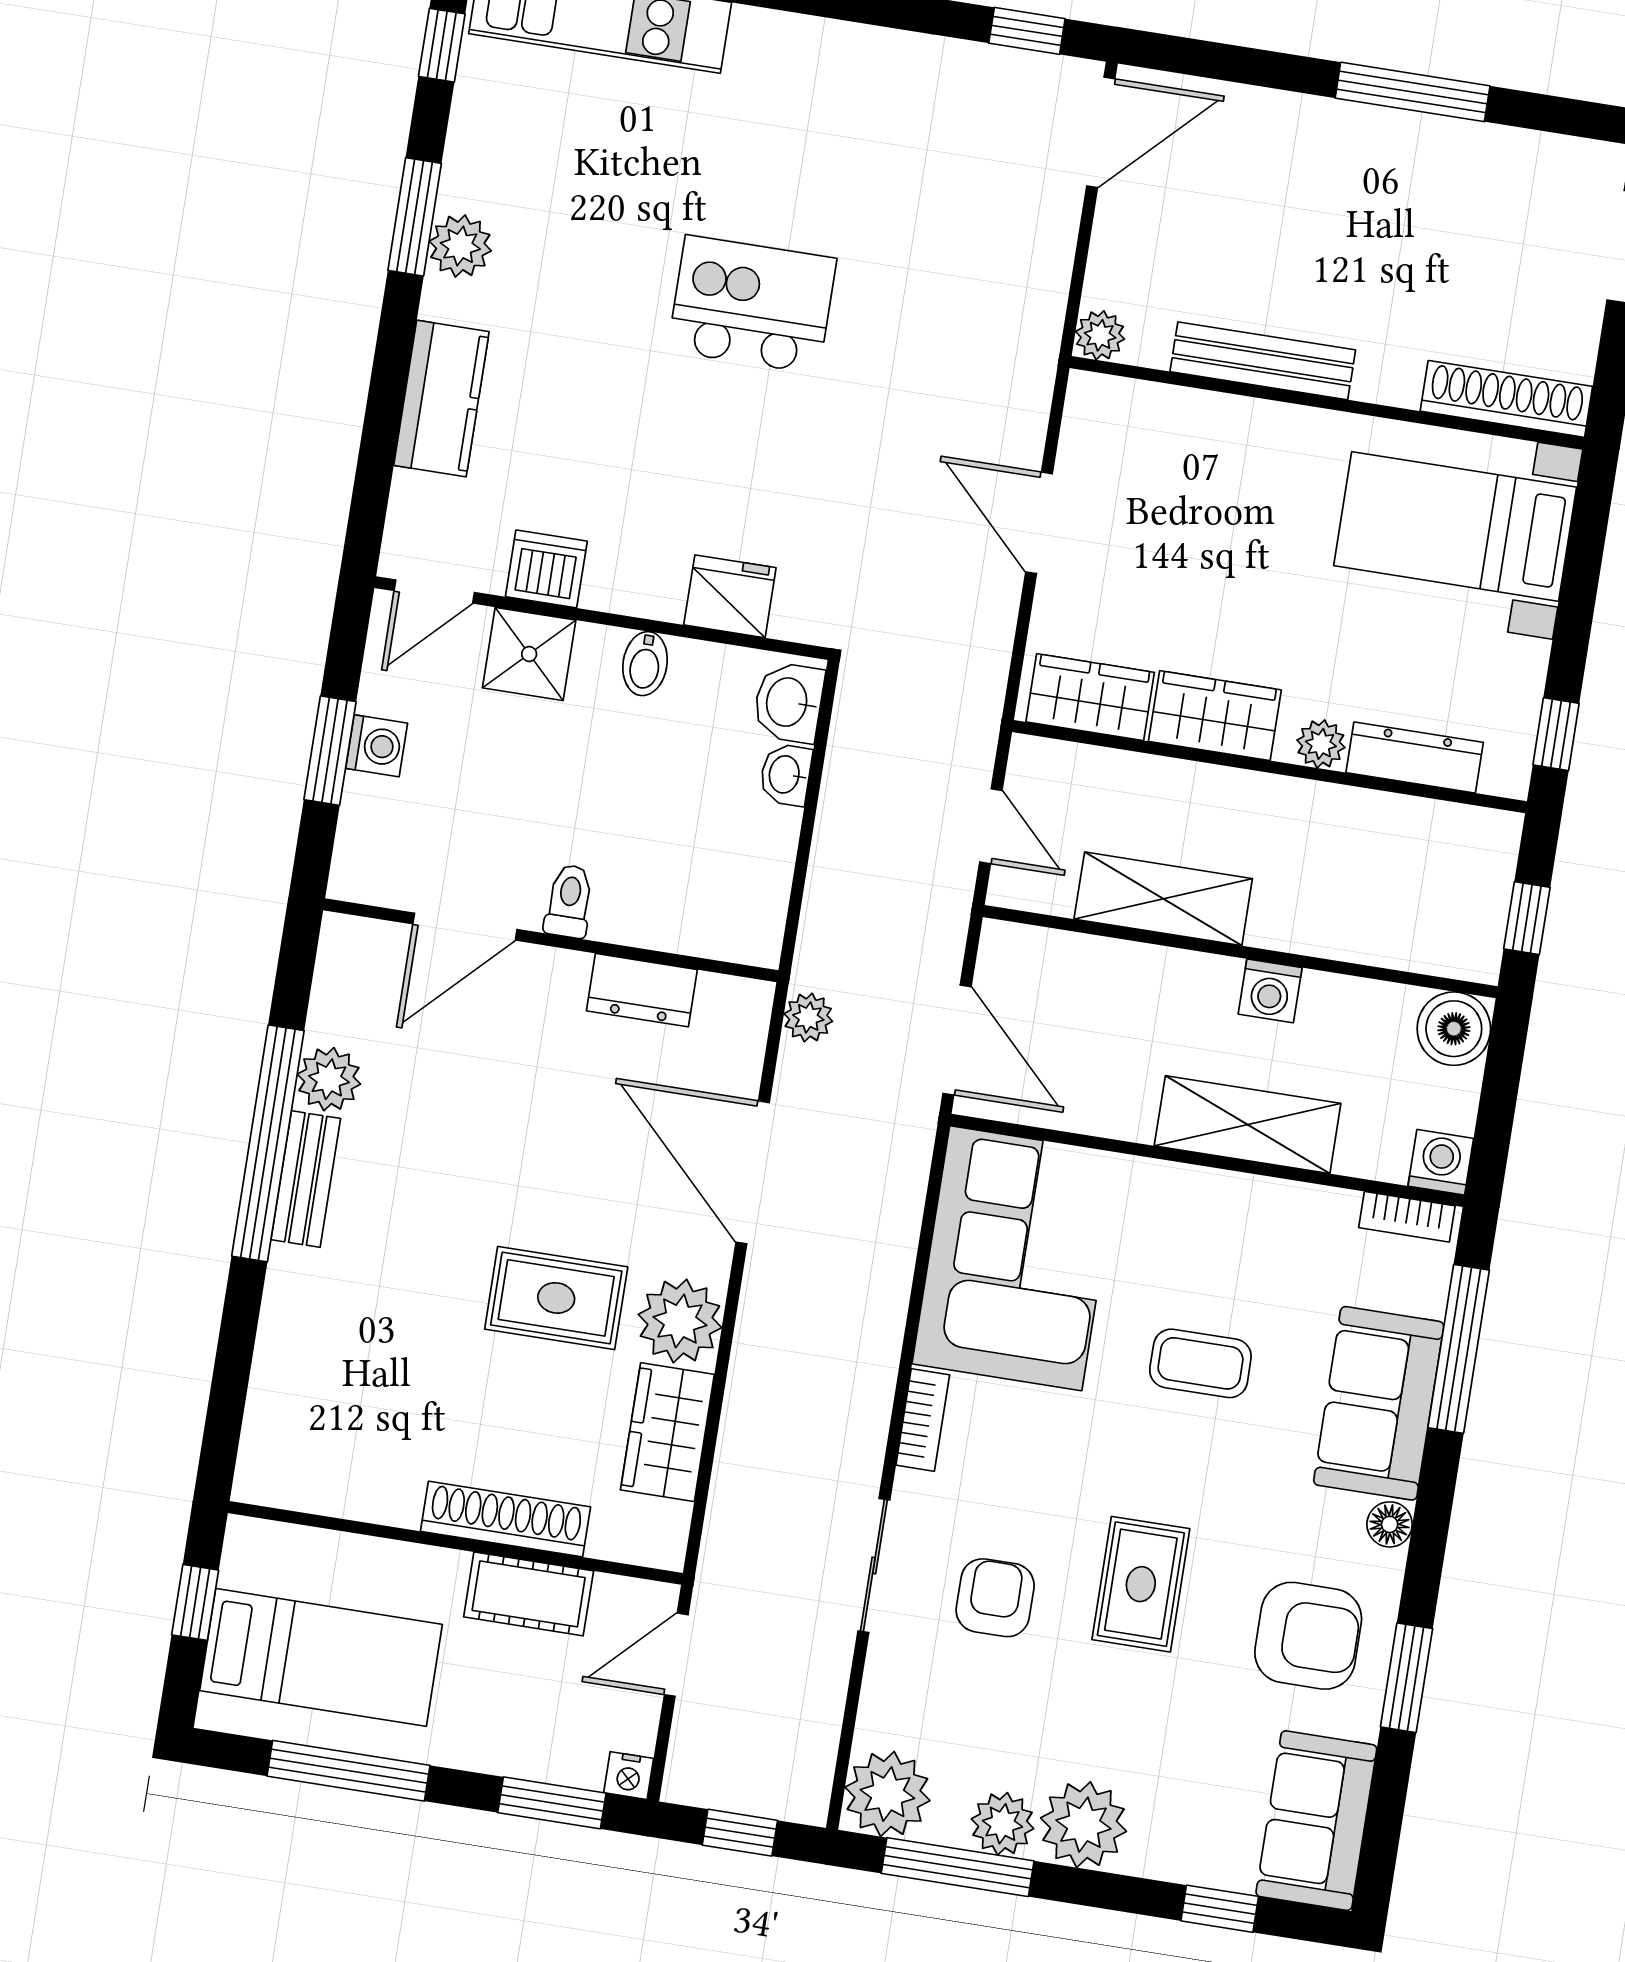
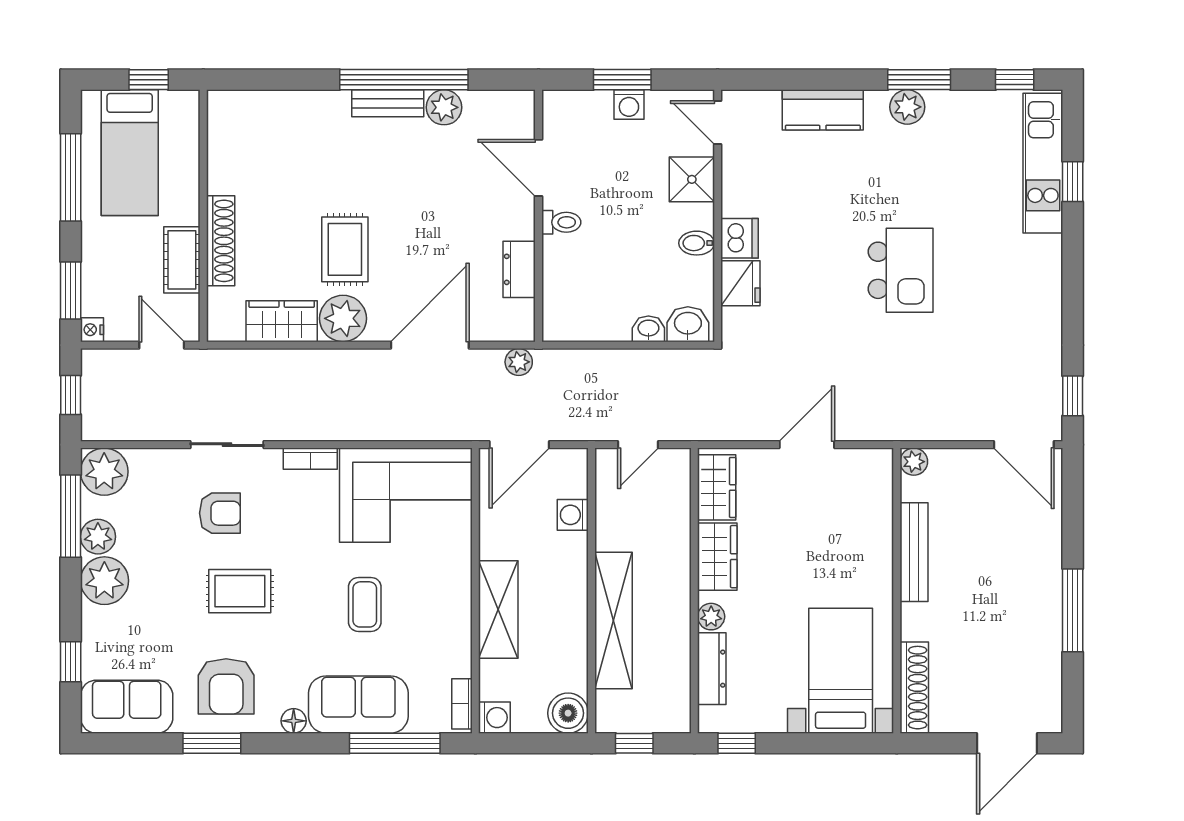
dishwasher: (546, 569) -> (739, 238), moved
shelving: (1163, 899) -> (614, 621), moved, width x1.47
washing machine: (1270, 991) -> (573, 515), moved

